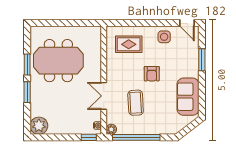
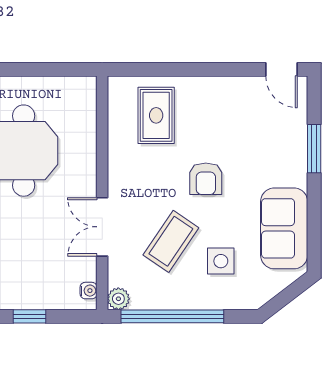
side table: (164, 37) -> (221, 261), moved
rug: (129, 44) -> (156, 115), turned 90
coffee table: (136, 103) -> (171, 241), turned 37
window: (89, 137) -> (30, 316), moved

